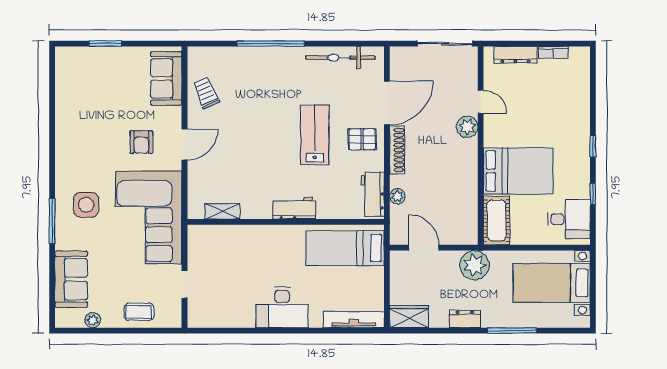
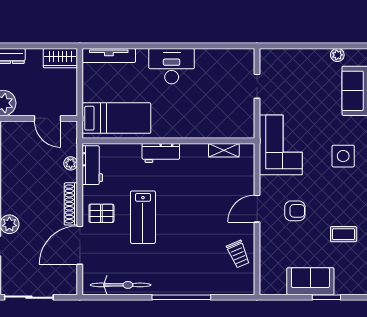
sofa: (166, 78) -> (310, 281), moved, turned -90
armchair: (141, 142) -> (295, 211), turned 90
corner sofa: (149, 217) -> (281, 145), width x0.73, depth x0.74
coffee table: (139, 312) -> (344, 234), moved

